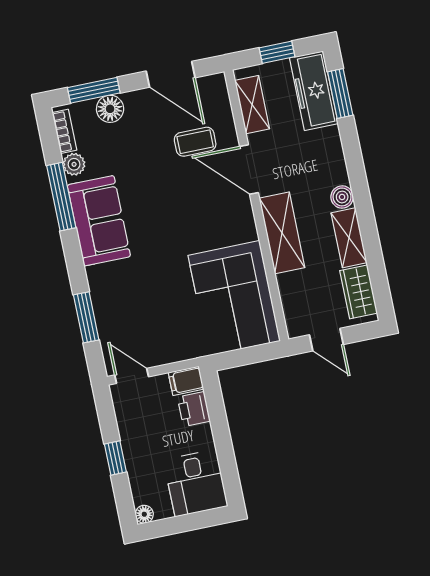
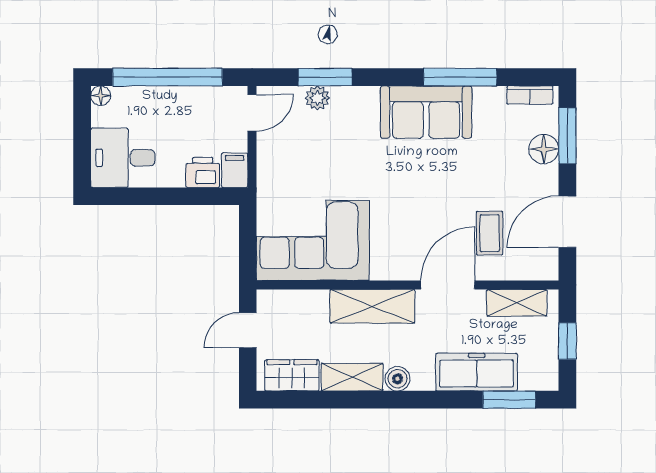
freezer: (314, 91) -> (477, 372), moved
plant: (74, 164) -> (317, 98), moved
window: (115, 458) -> (168, 77), width x3.17

